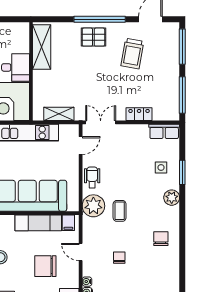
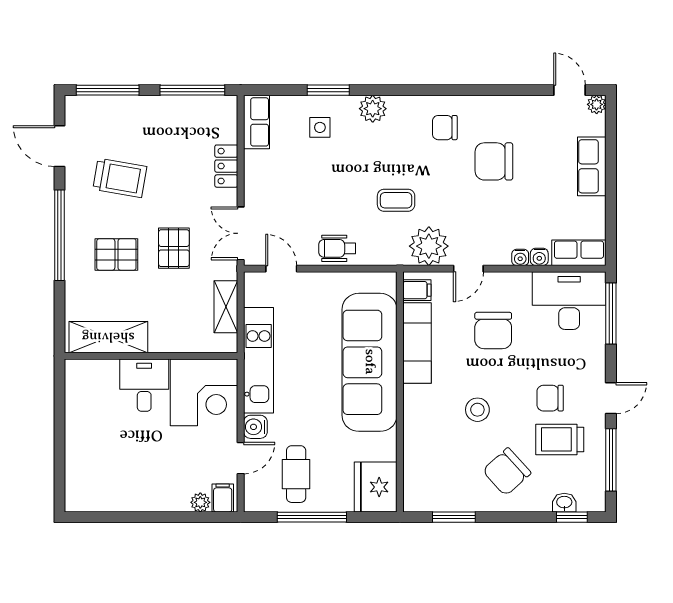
pallet: (93, 37) -> (116, 254), moved, turned 90
pallet: (92, 84) -> (174, 248), added
plant: (93, 206) -> (429, 246), moved
chair: (119, 258) -> (494, 161), moved, width x1.87, depth x1.87

